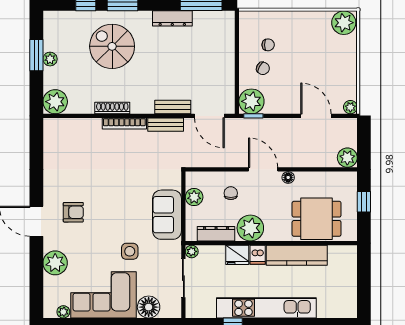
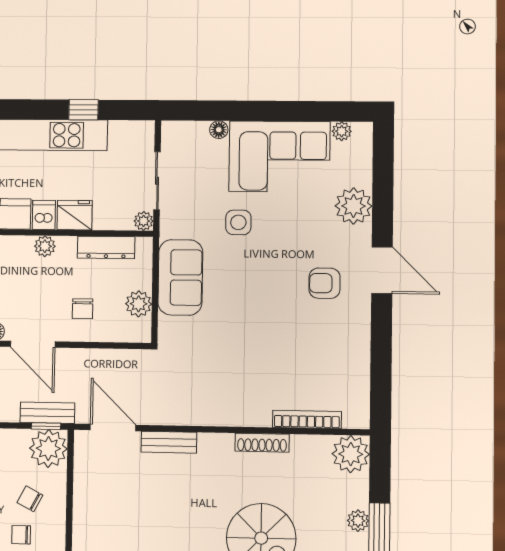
bookcase: (124, 124) -> (307, 419), moved
bench: (166, 125) -> (47, 413), moved
plant: (250, 228) -> (45, 246), width x0.53, depth x0.53
floor lamp: (149, 307) -> (219, 130), width x0.53, depth x0.53

